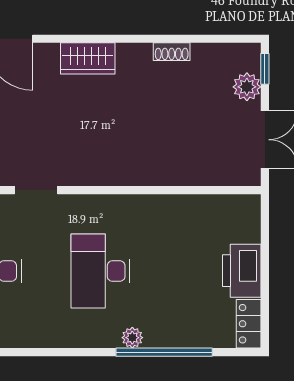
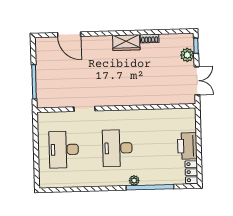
wardrobe: (88, 58) -> (126, 43), moved

